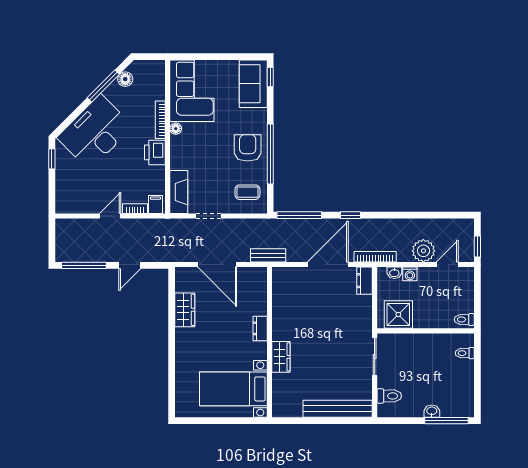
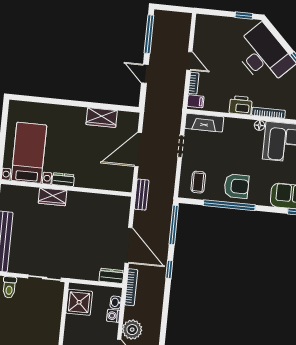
dresser: (260, 328) -> (63, 180), moved

